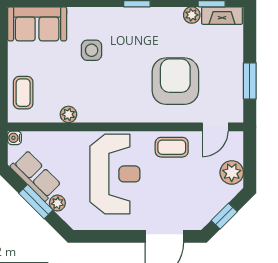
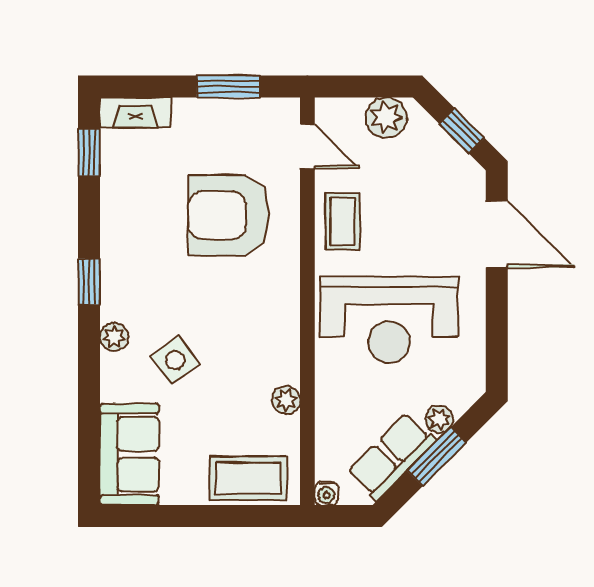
plant: (192, 15) -> (114, 337), moved
fireplace: (222, 16) -> (135, 112), moved, turned 90
side table: (92, 50) -> (175, 360), turned -35
coffee table: (23, 93) -> (248, 478), width x1.36, depth x1.30
reception desk: (115, 174) -> (389, 320), turned 180

